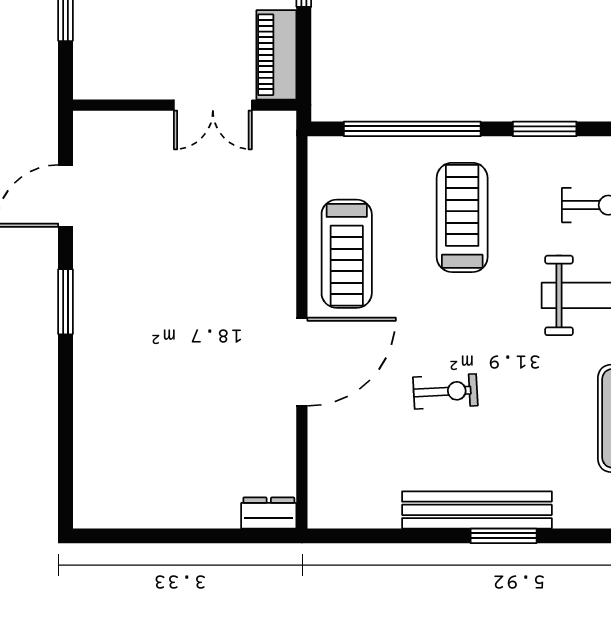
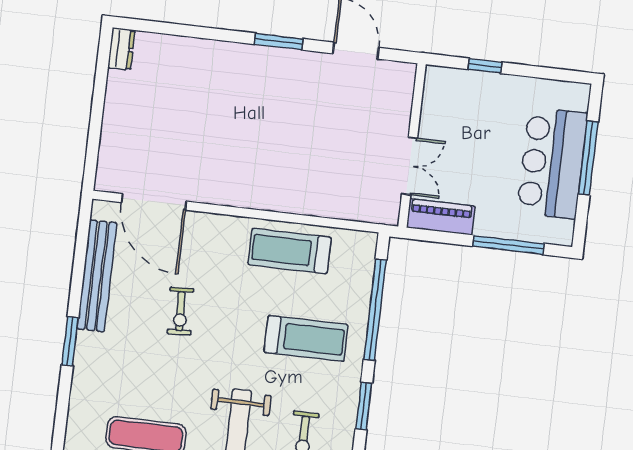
double door: (213, 105) -> (410, 166), swing flipped
door: (302, 362) -> (154, 202), moved
bench: (477, 510) -> (97, 276), moved
dresser: (269, 513) -> (121, 49), moved

